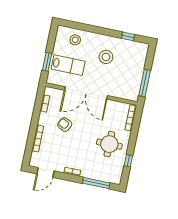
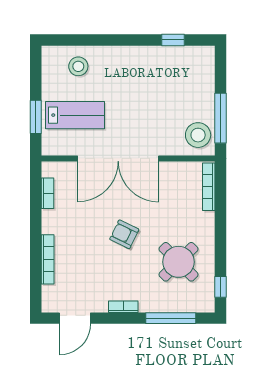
stool: (106, 57) -> (198, 135), moved
armchair: (65, 125) -> (124, 234), moved
round table: (109, 144) -> (178, 262), moved, turned 45
window: (128, 161) -> (221, 287), moved

